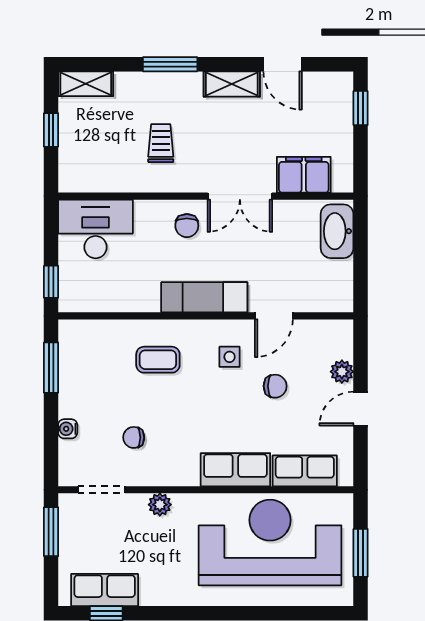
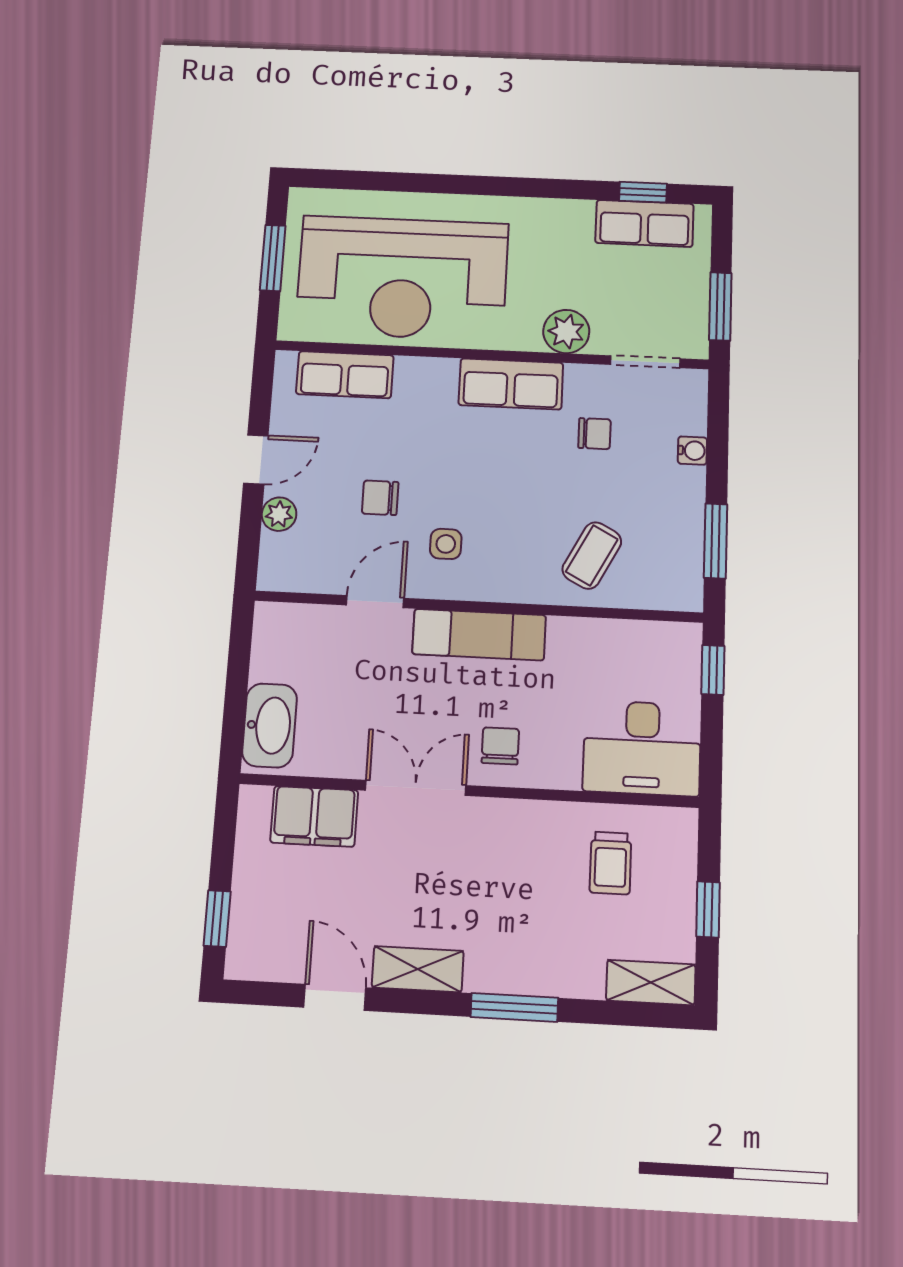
trolley: (161, 143) -> (611, 863), moved
coffee table: (158, 360) -> (592, 555), moved, turned -62
row of seats: (235, 470) -> (511, 384), moved
plant: (160, 505) -> (566, 331), width x1.38, depth x1.38

